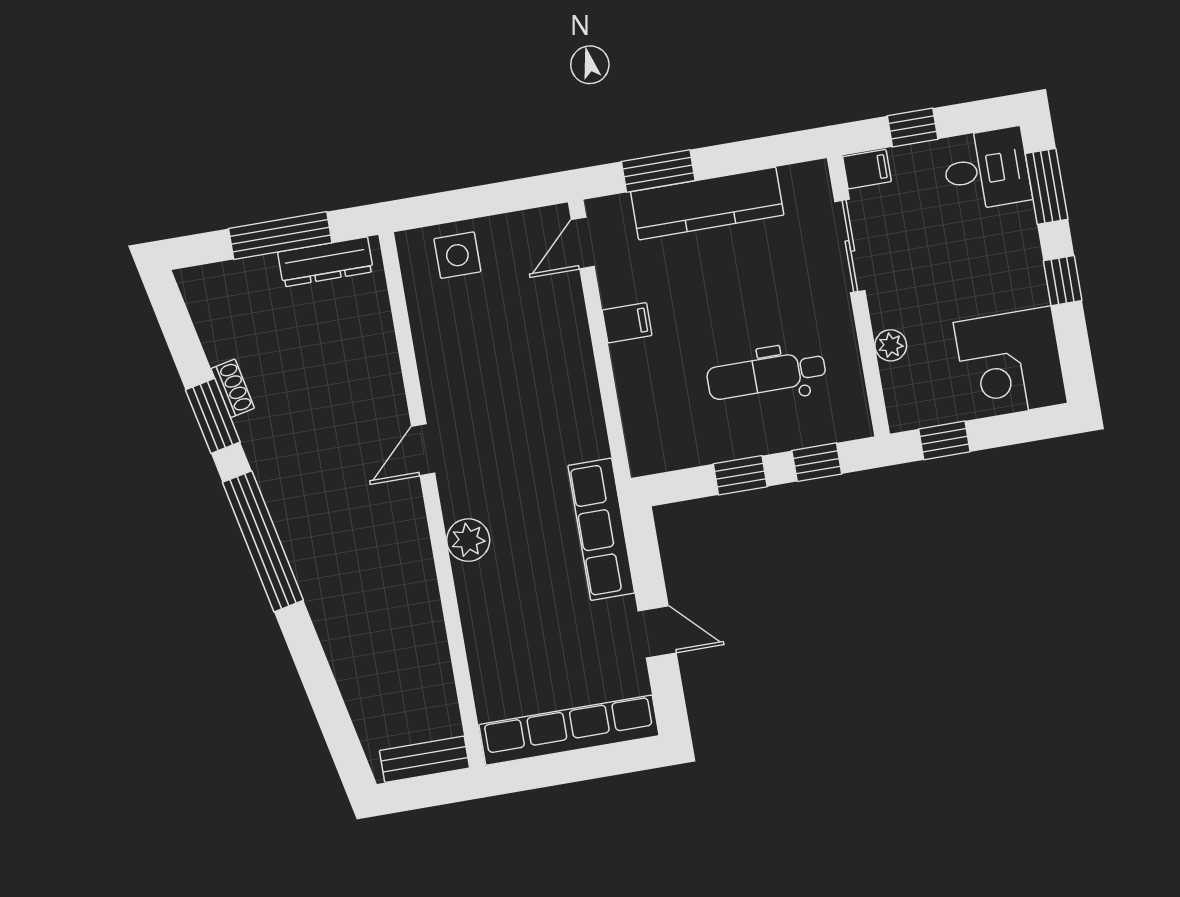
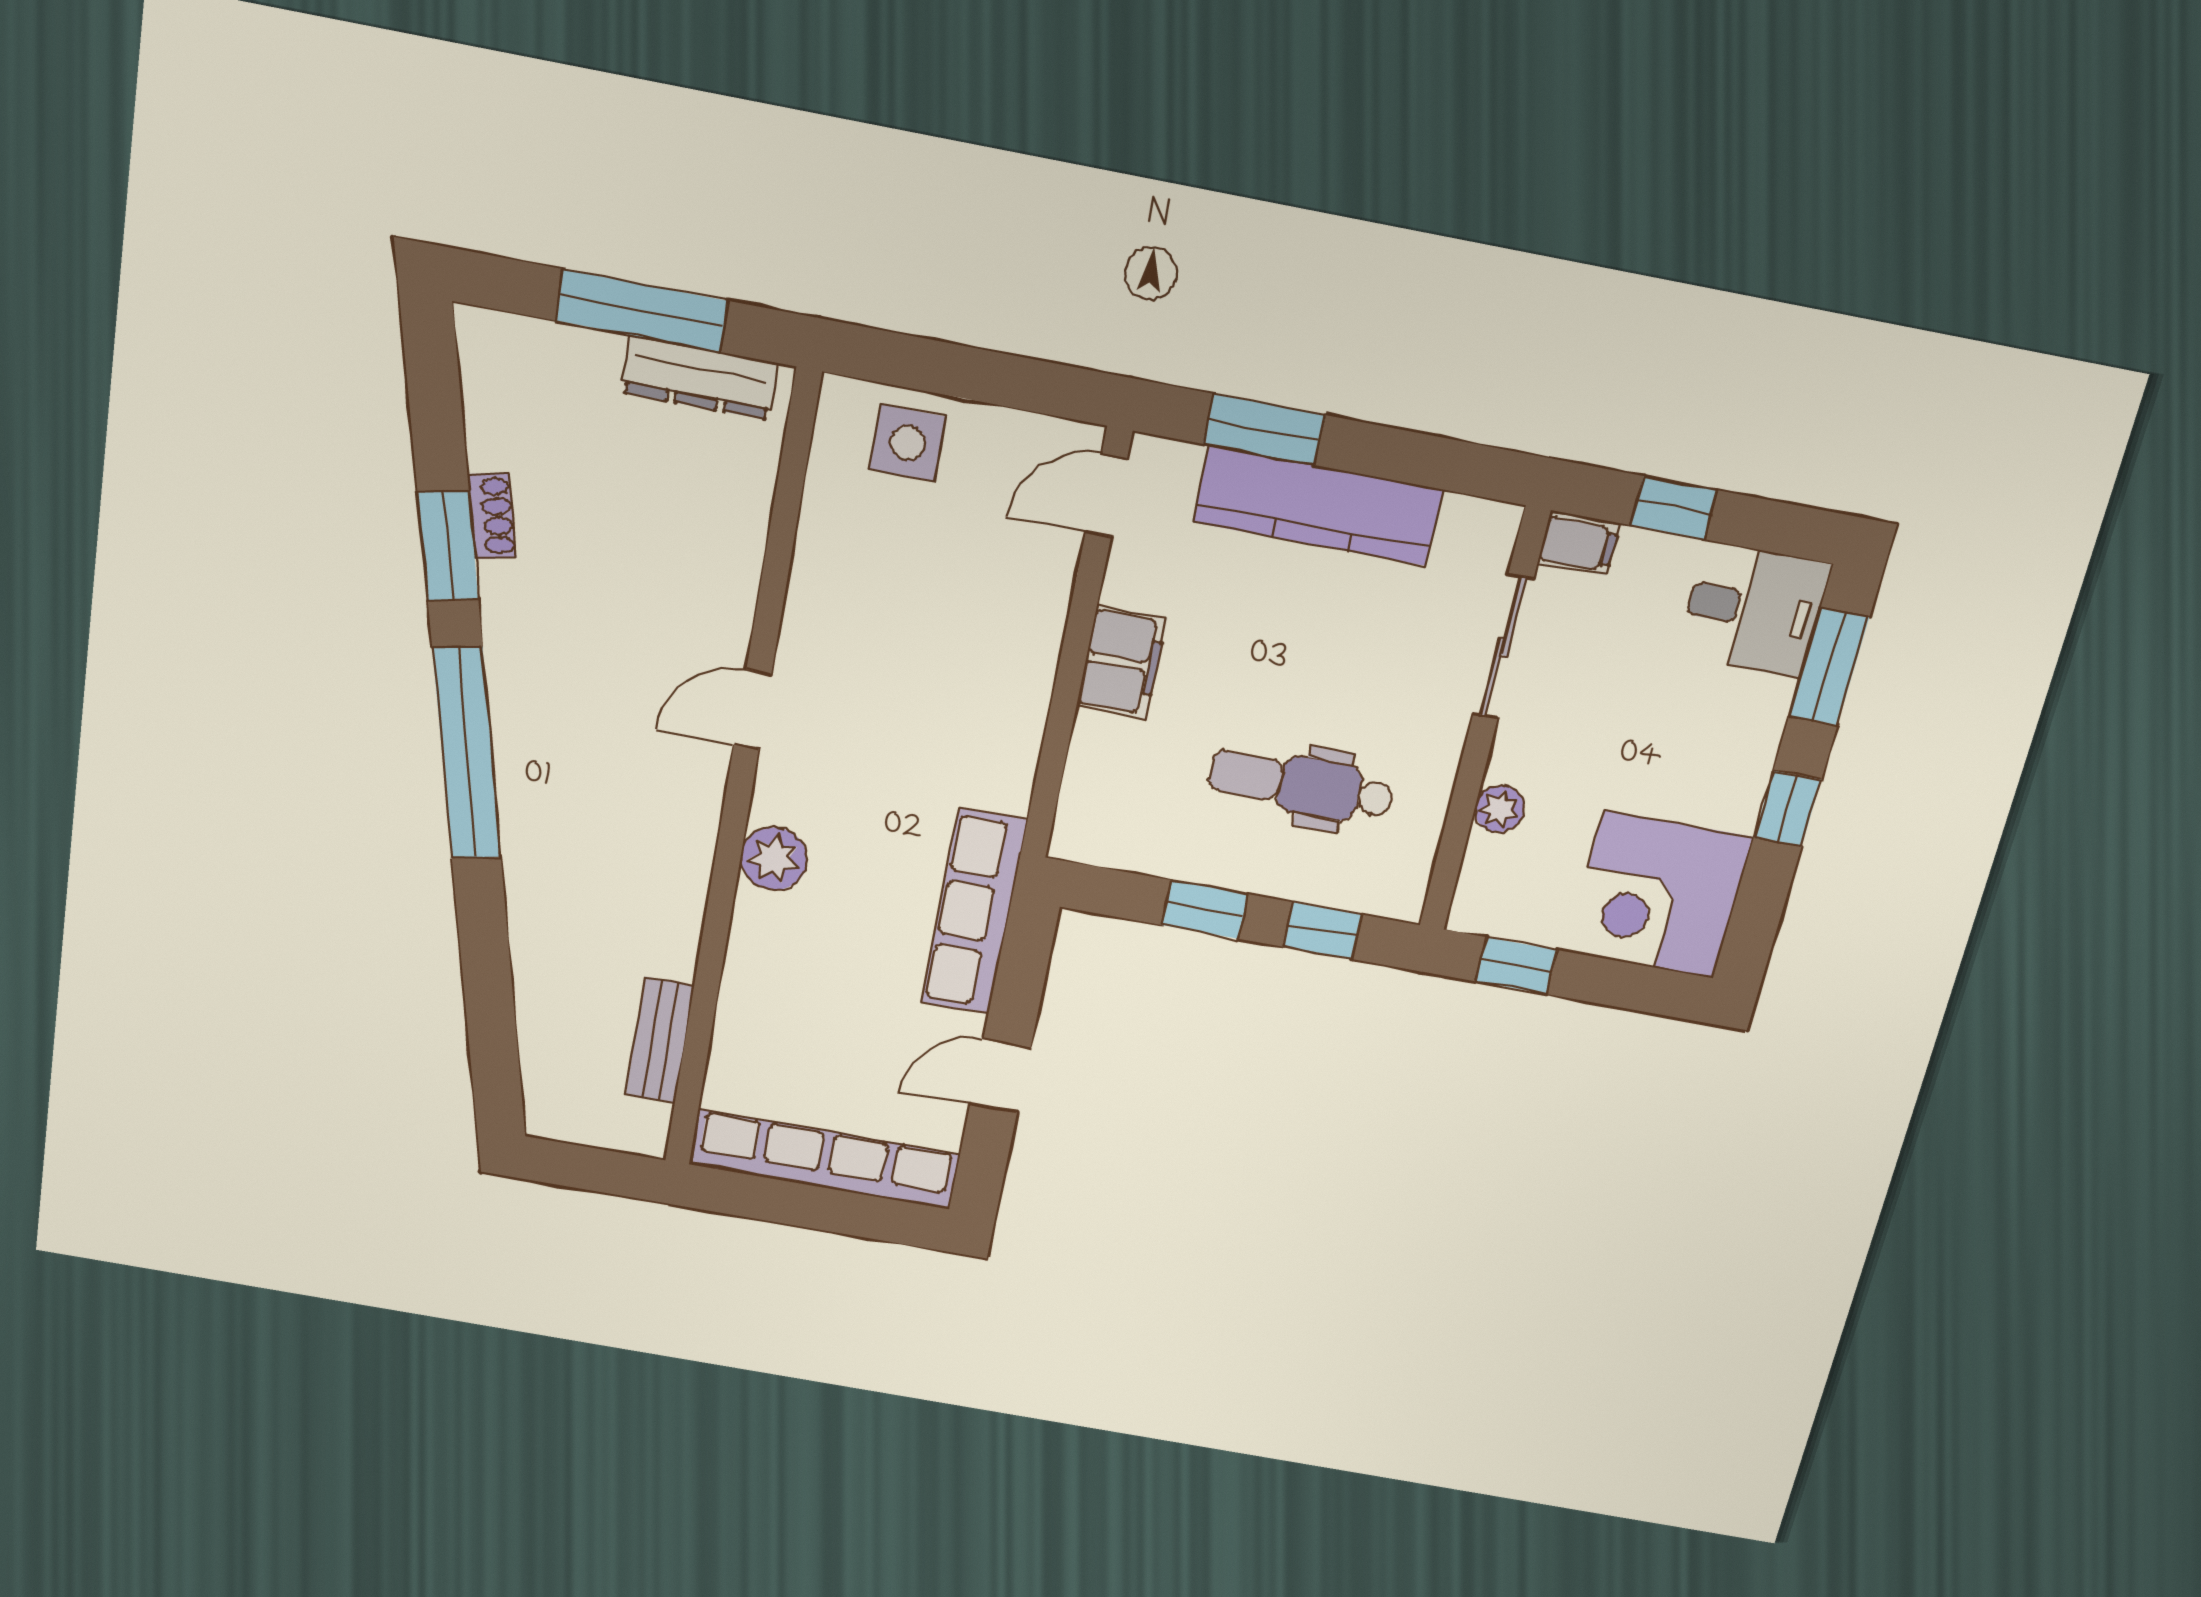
filing cabinet: (627, 323) -> (1121, 662), width x2.00
door: (657, 632) -> (1000, 1076), swing flipped
bench: (424, 759) -> (660, 1040), moved, turned 90

